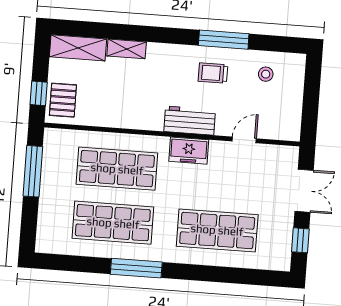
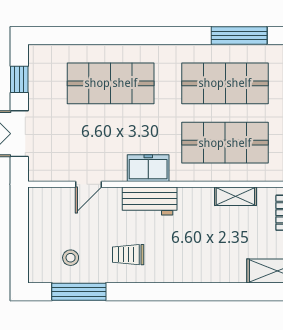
window: (224, 40) -> (79, 292), moved
shelving: (127, 49) -> (235, 196), moved
trolley: (213, 73) -> (128, 255), turned 180
window: (136, 268) -> (239, 36), moved

